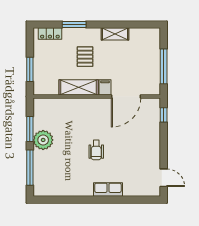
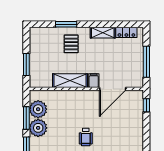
locker: (50, 34) -> (126, 32), moved
pallet: (85, 57) -> (71, 44), moved
plant: (43, 119) -> (38, 109), added

